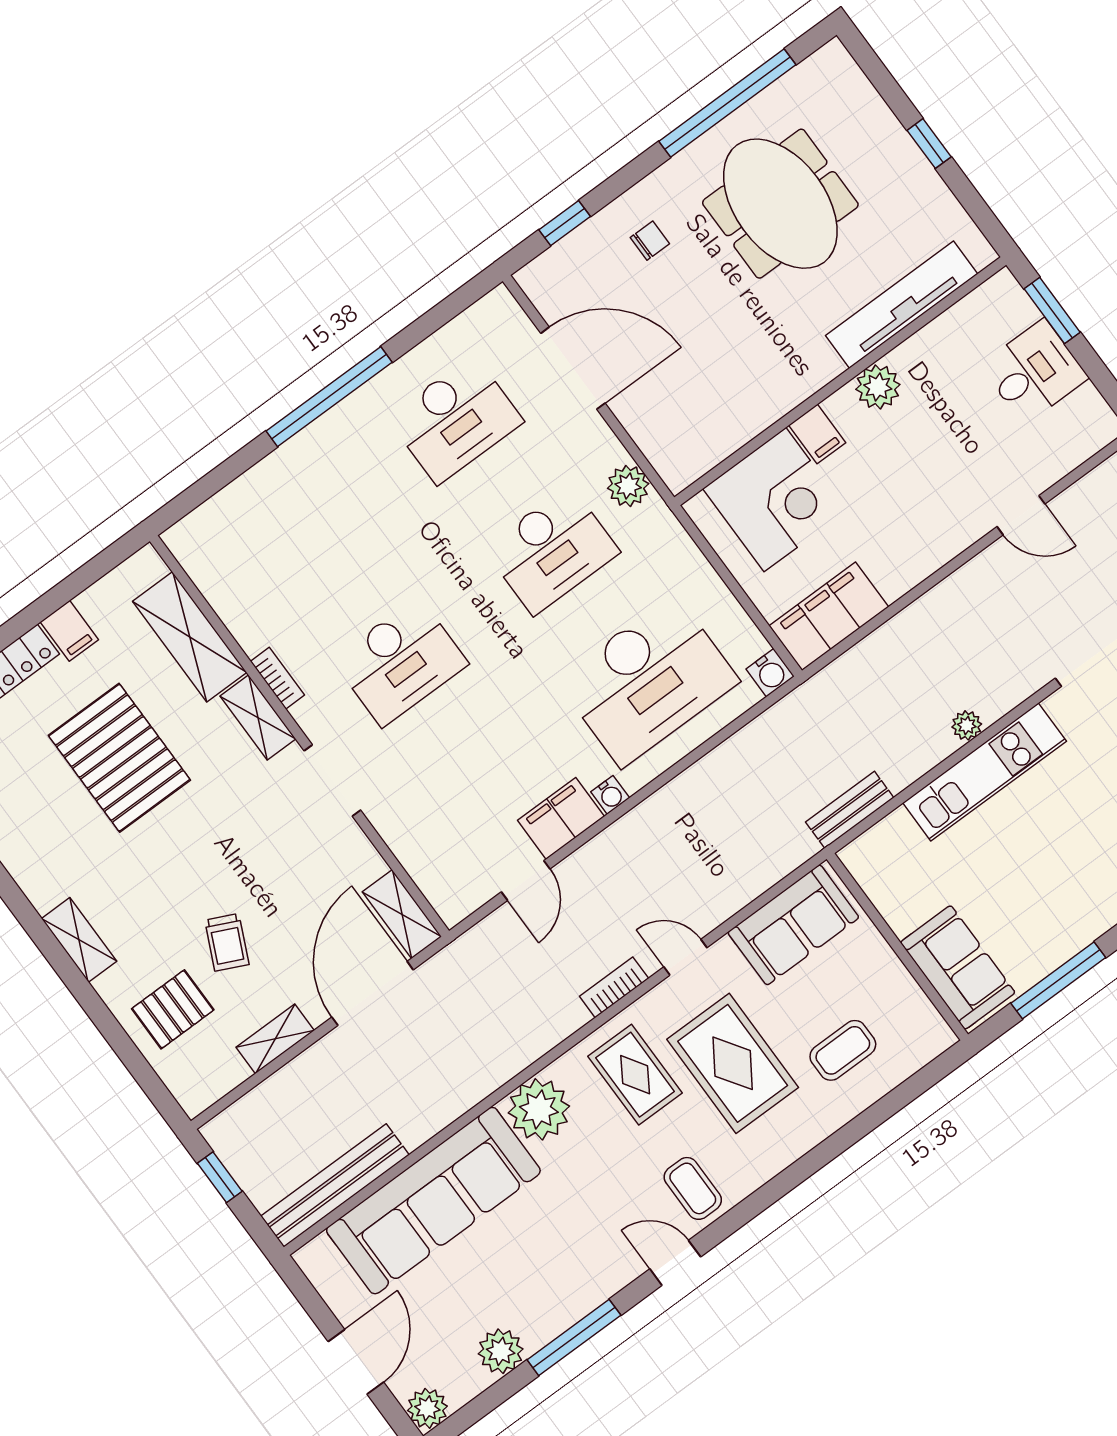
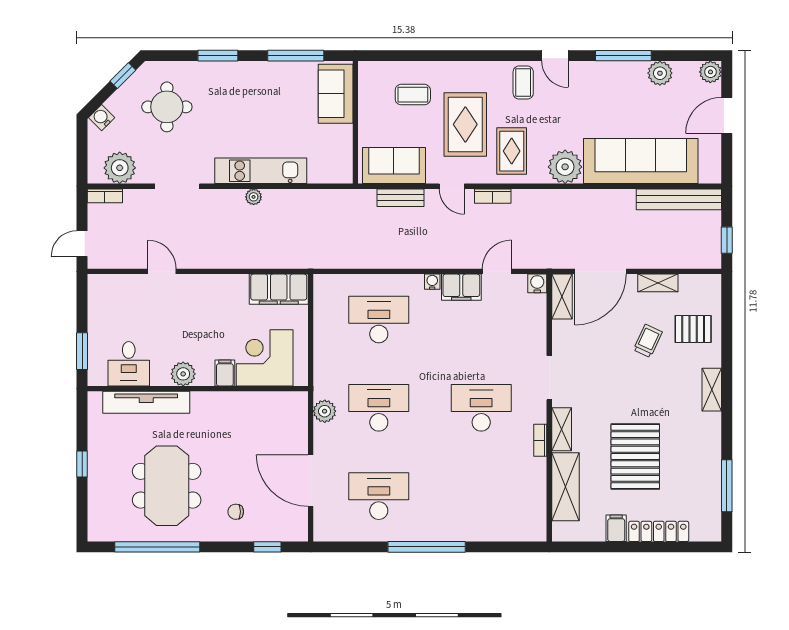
desk: (1034, 372) -> (129, 364), moved, turned -90
water cooler: (770, 673) -> (537, 283), moved
desk: (648, 681) -> (379, 320), width x0.73, depth x0.77
bench: (850, 810) -> (401, 198), moved

